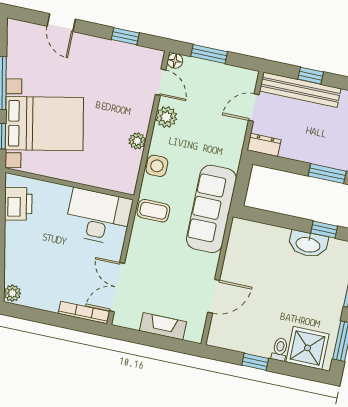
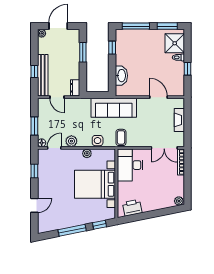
bed with nightstands: (44, 124) -> (95, 184), moved, turned -79
washbasin: (308, 244) -> (121, 76), moved

